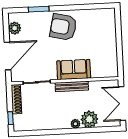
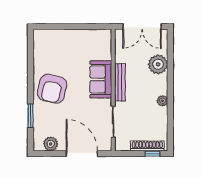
shoe rack: (16, 99) -> (147, 146), moved
plant: (75, 124) -> (162, 101), moved

